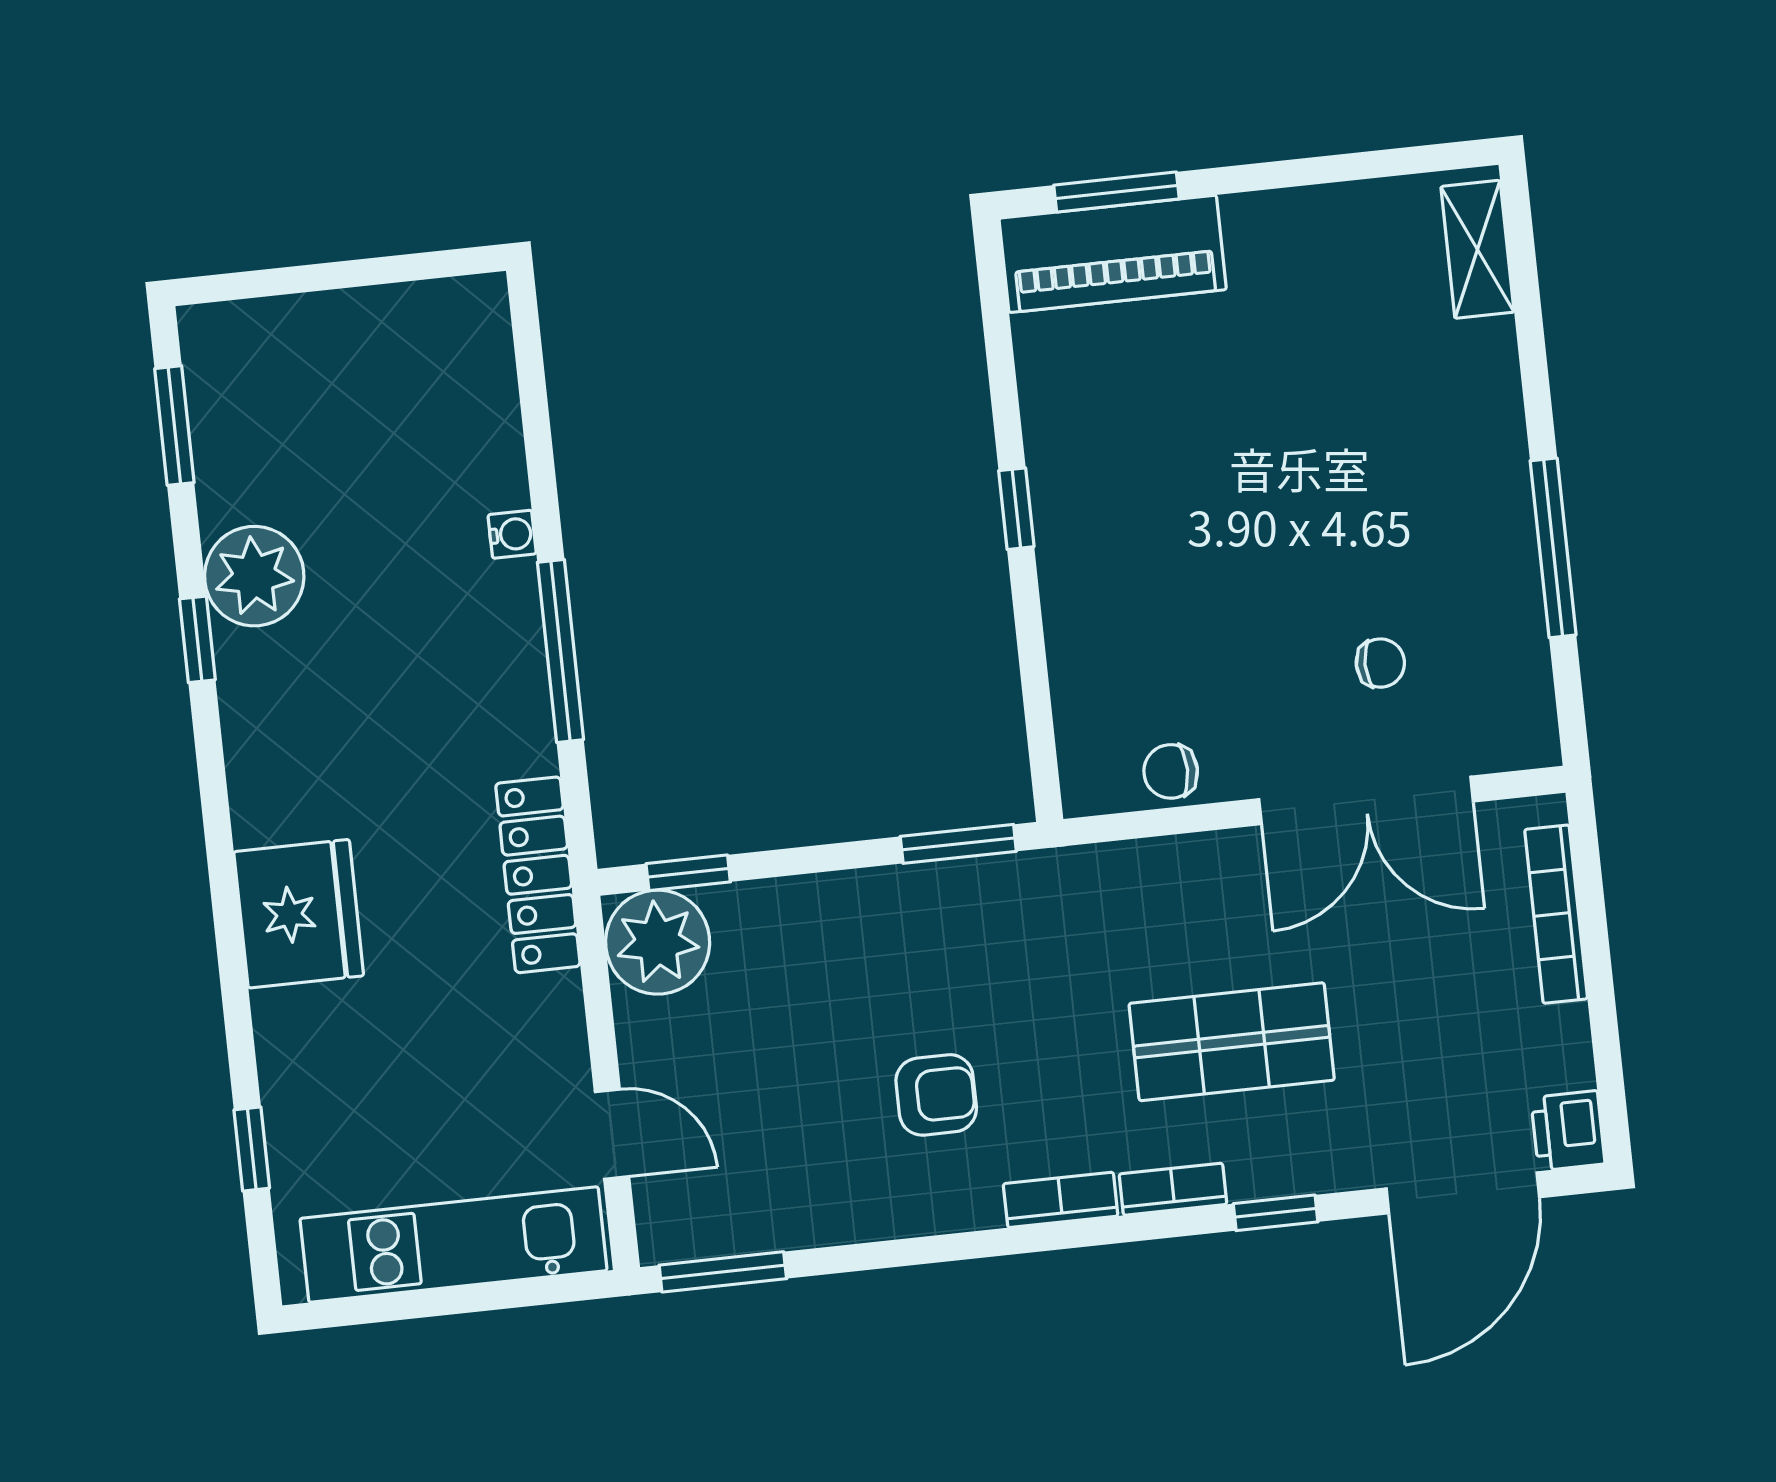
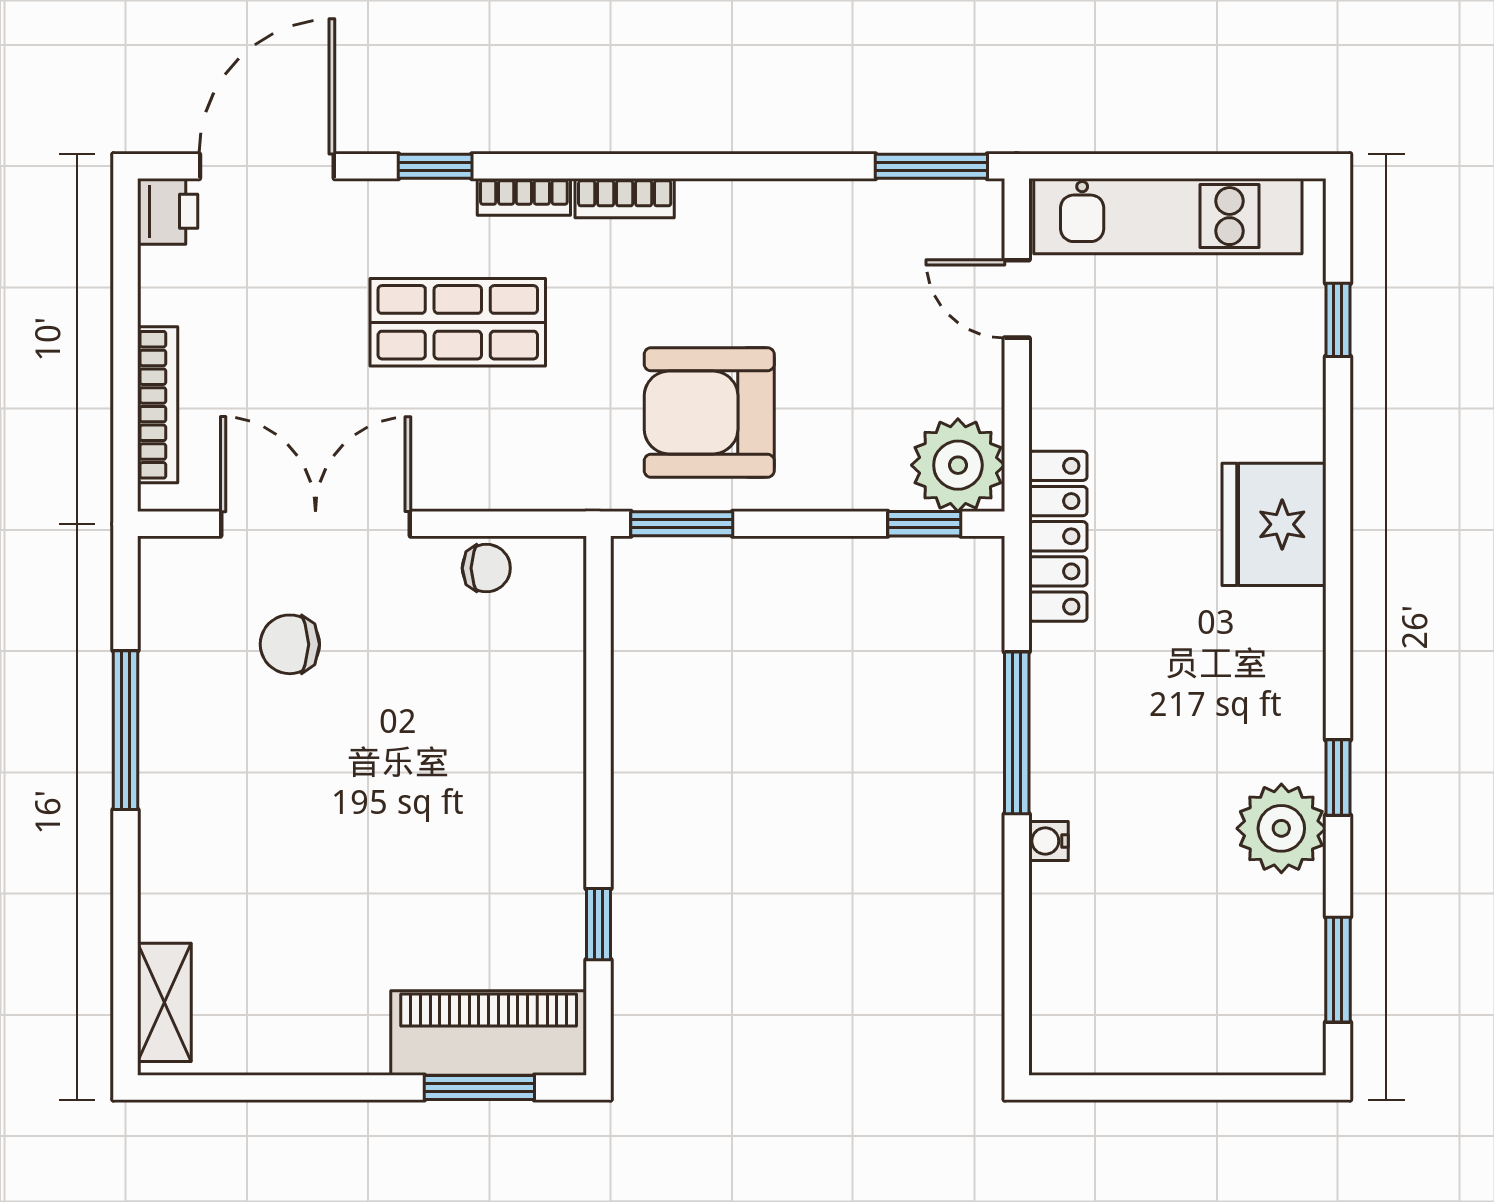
window: (1016, 509) -> (598, 924), moved
chair: (1380, 663) -> (290, 644), width x1.37, depth x1.37
armchair: (936, 1095) -> (709, 412), moved, width x1.88, depth x1.88

